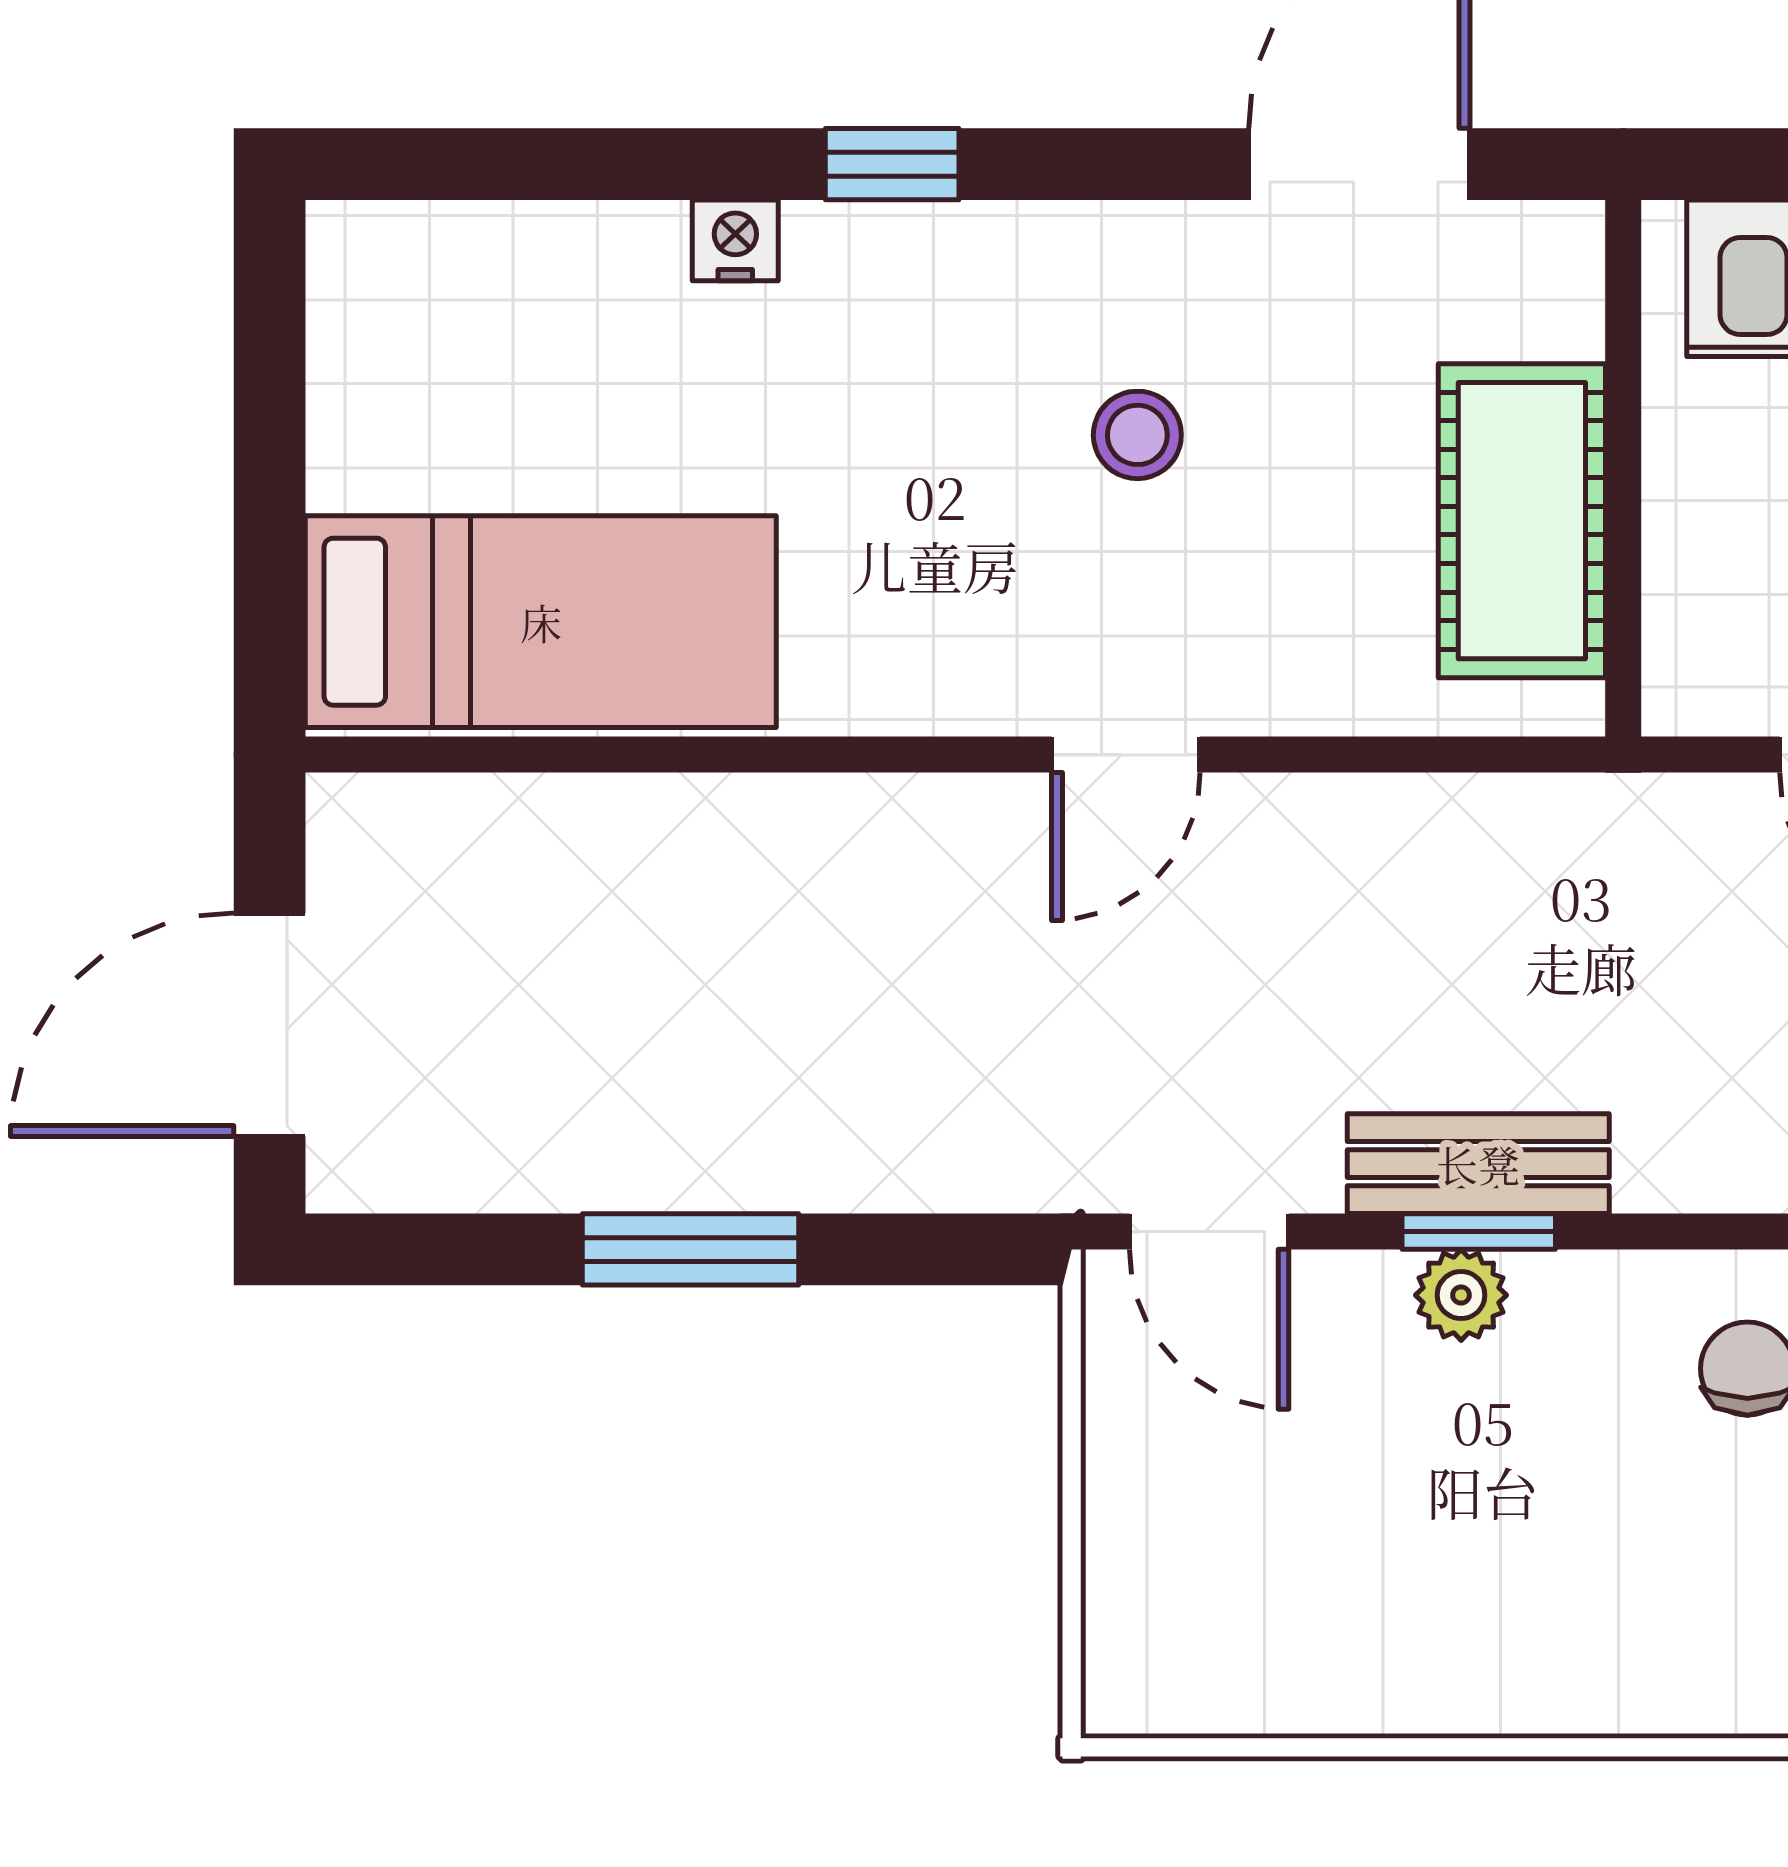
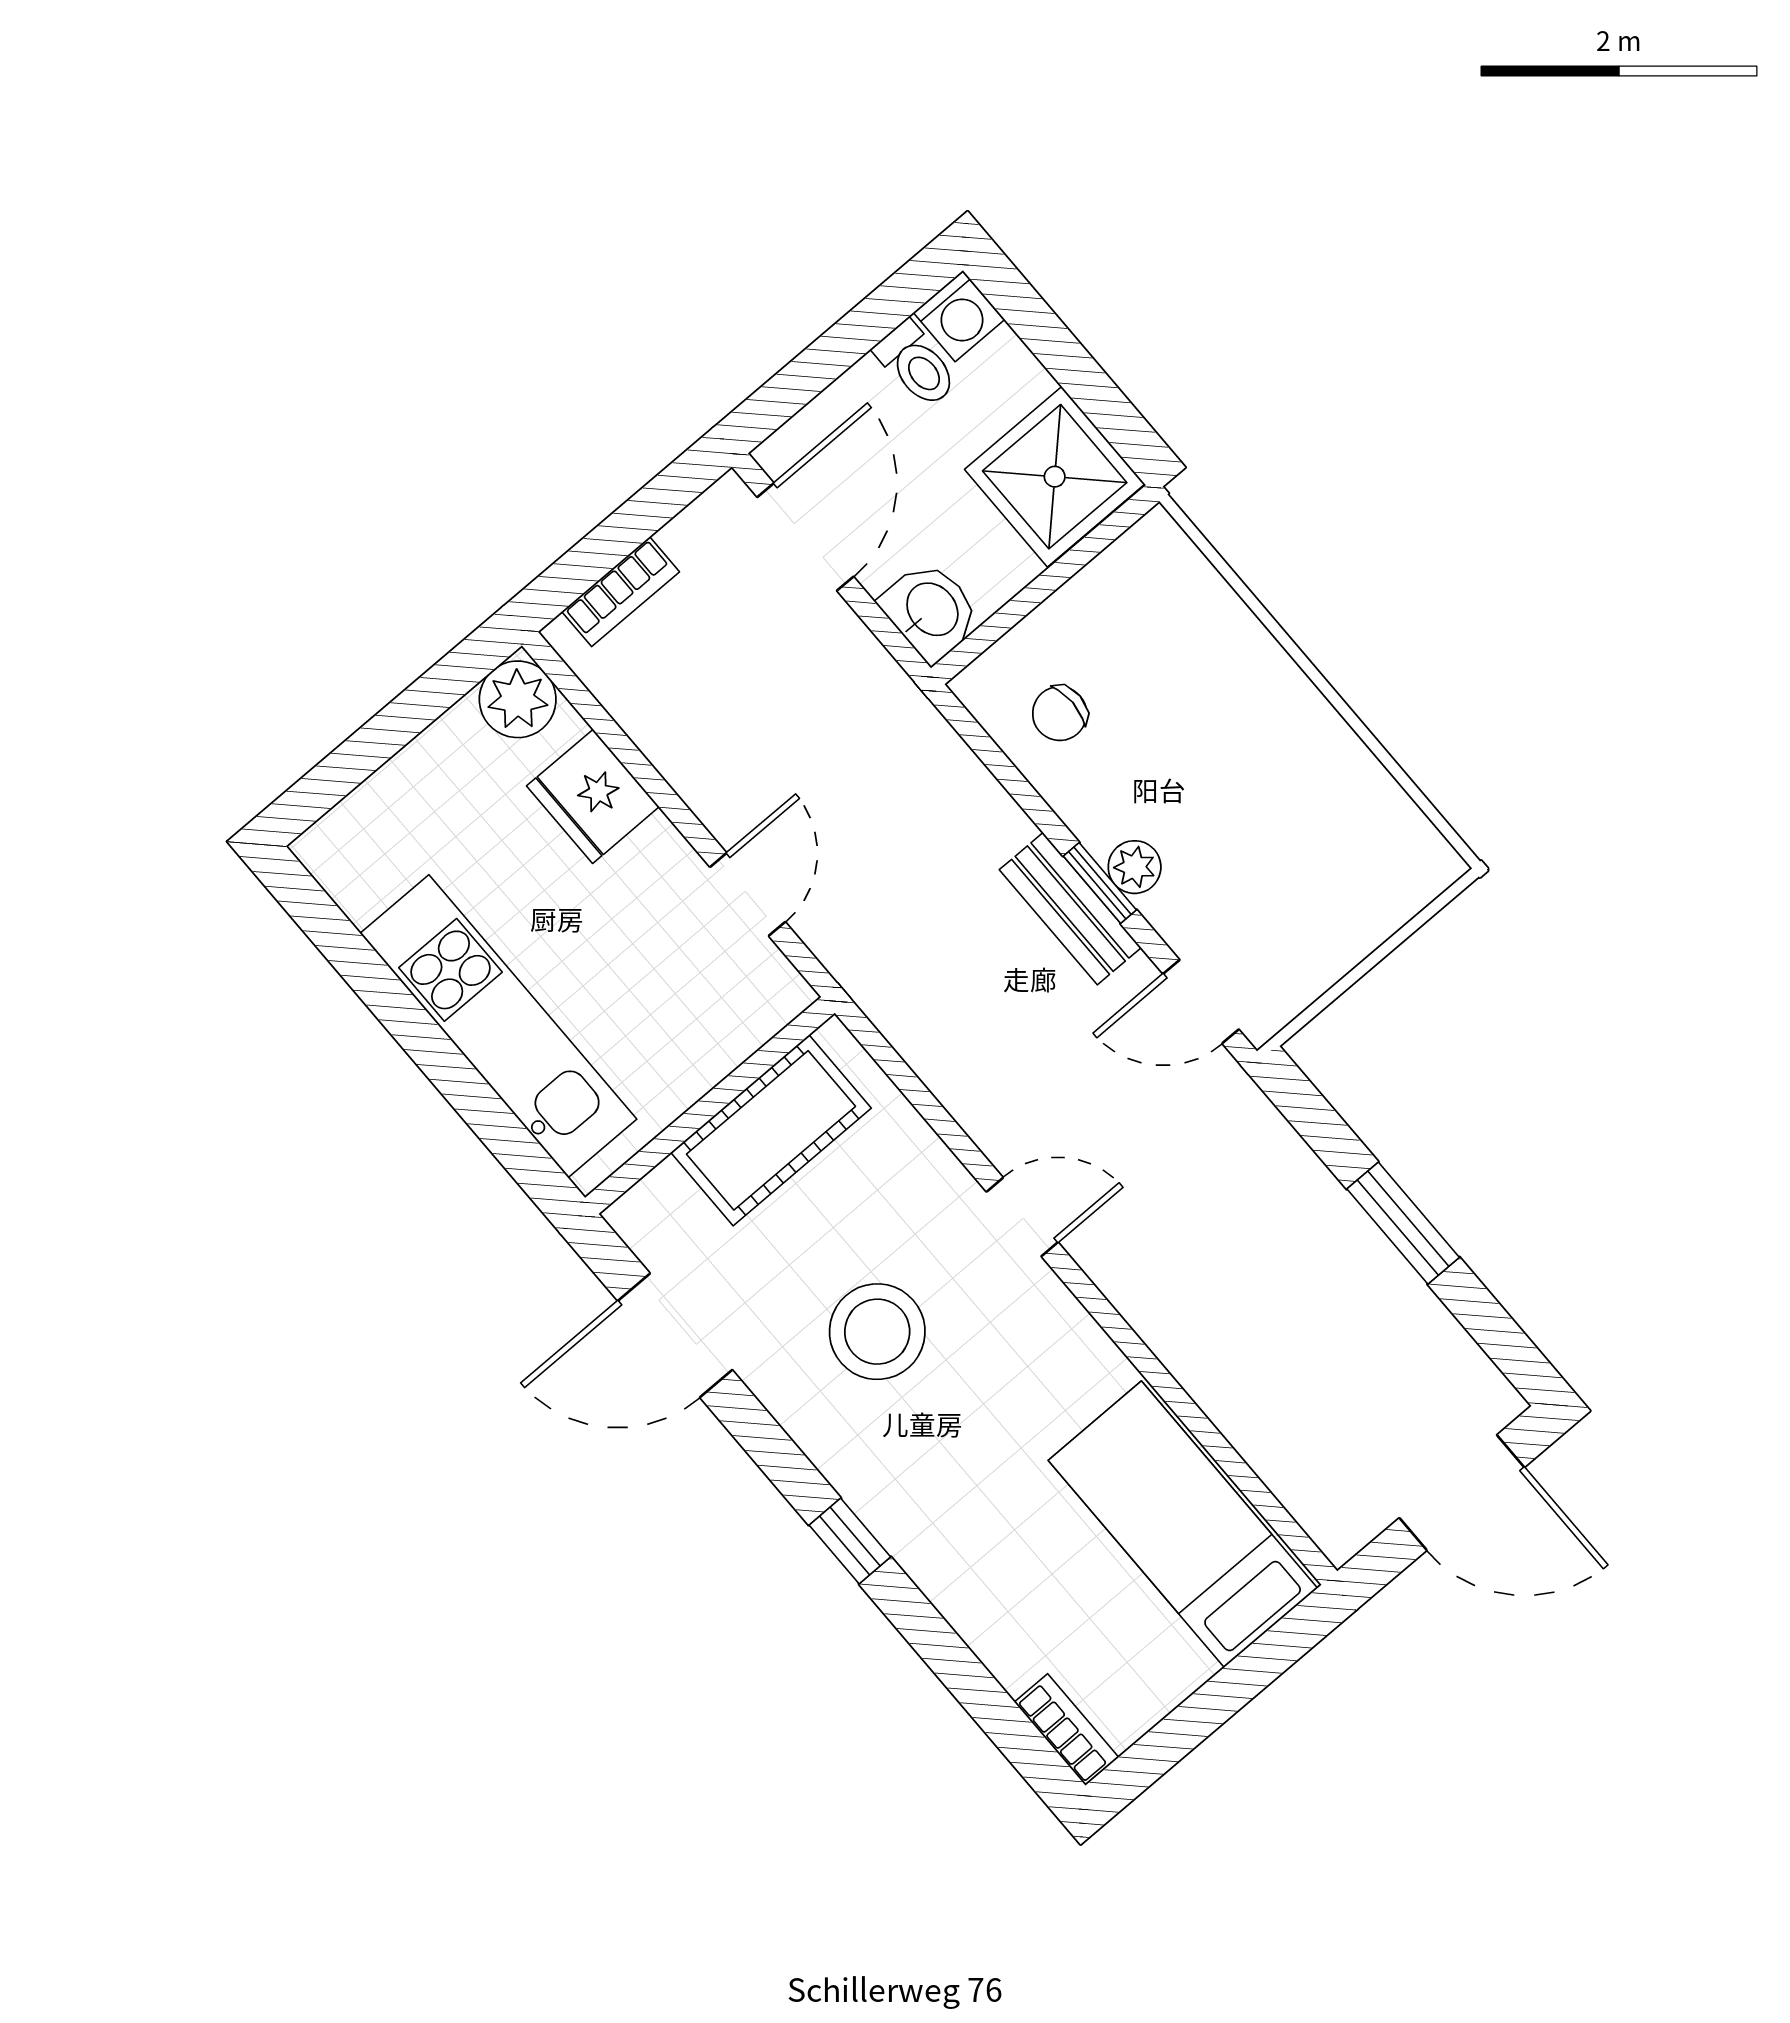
bookcase: (400, 238) -> (1067, 1730), added
nightstand: (735, 240) -> (942, 1581), removed
stool: (1137, 435) -> (877, 1332), width x1.89, depth x1.89
door: (1209, 1232) -> (1201, 1002), swing flipped

